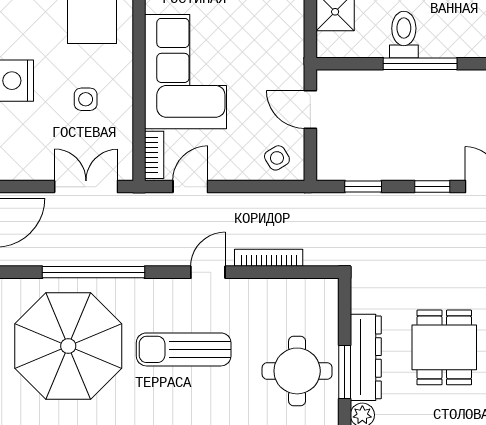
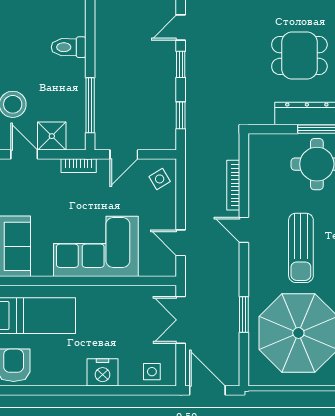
toilet: (404, 35) -> (69, 47), moved
window: (420, 64) -> (90, 105), moved
side table: (86, 99) -> (152, 372), moved
bookcase: (154, 155) -> (79, 166), moved, turned 180
window: (93, 272) -> (244, 314), width x0.47

